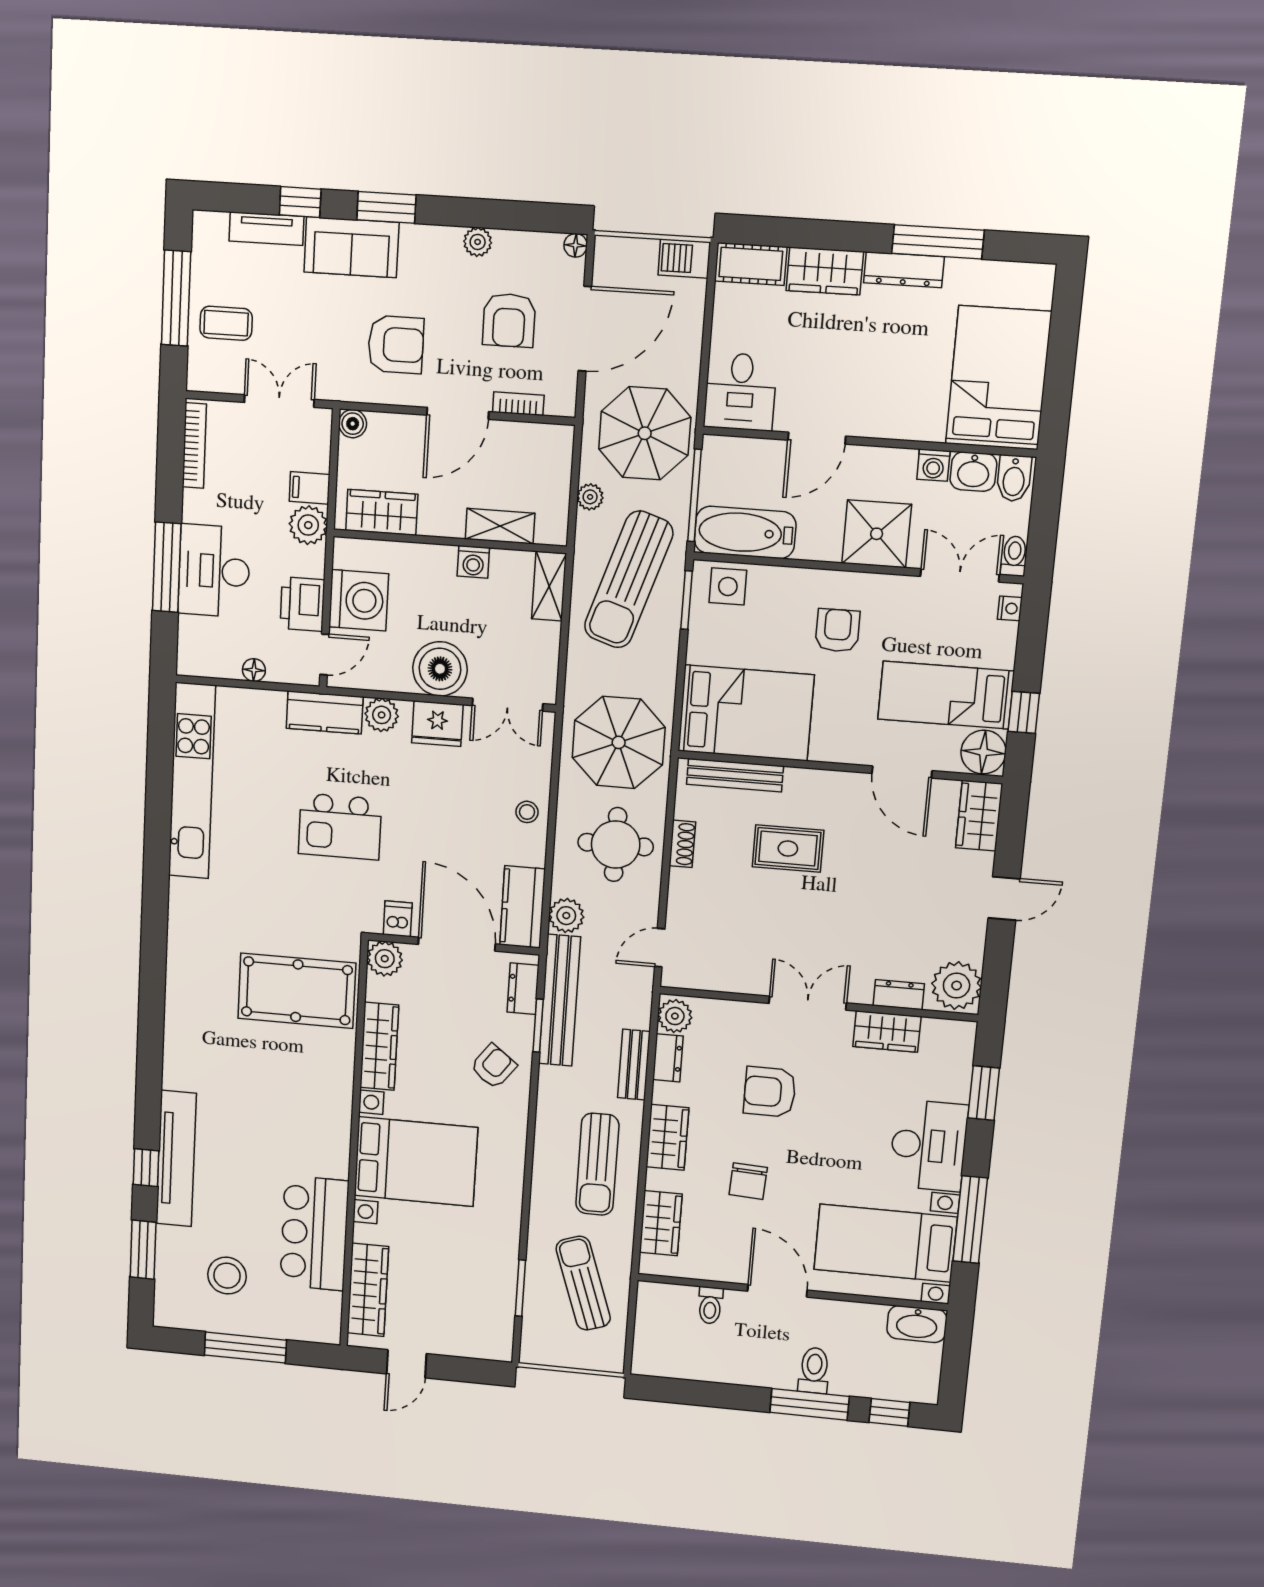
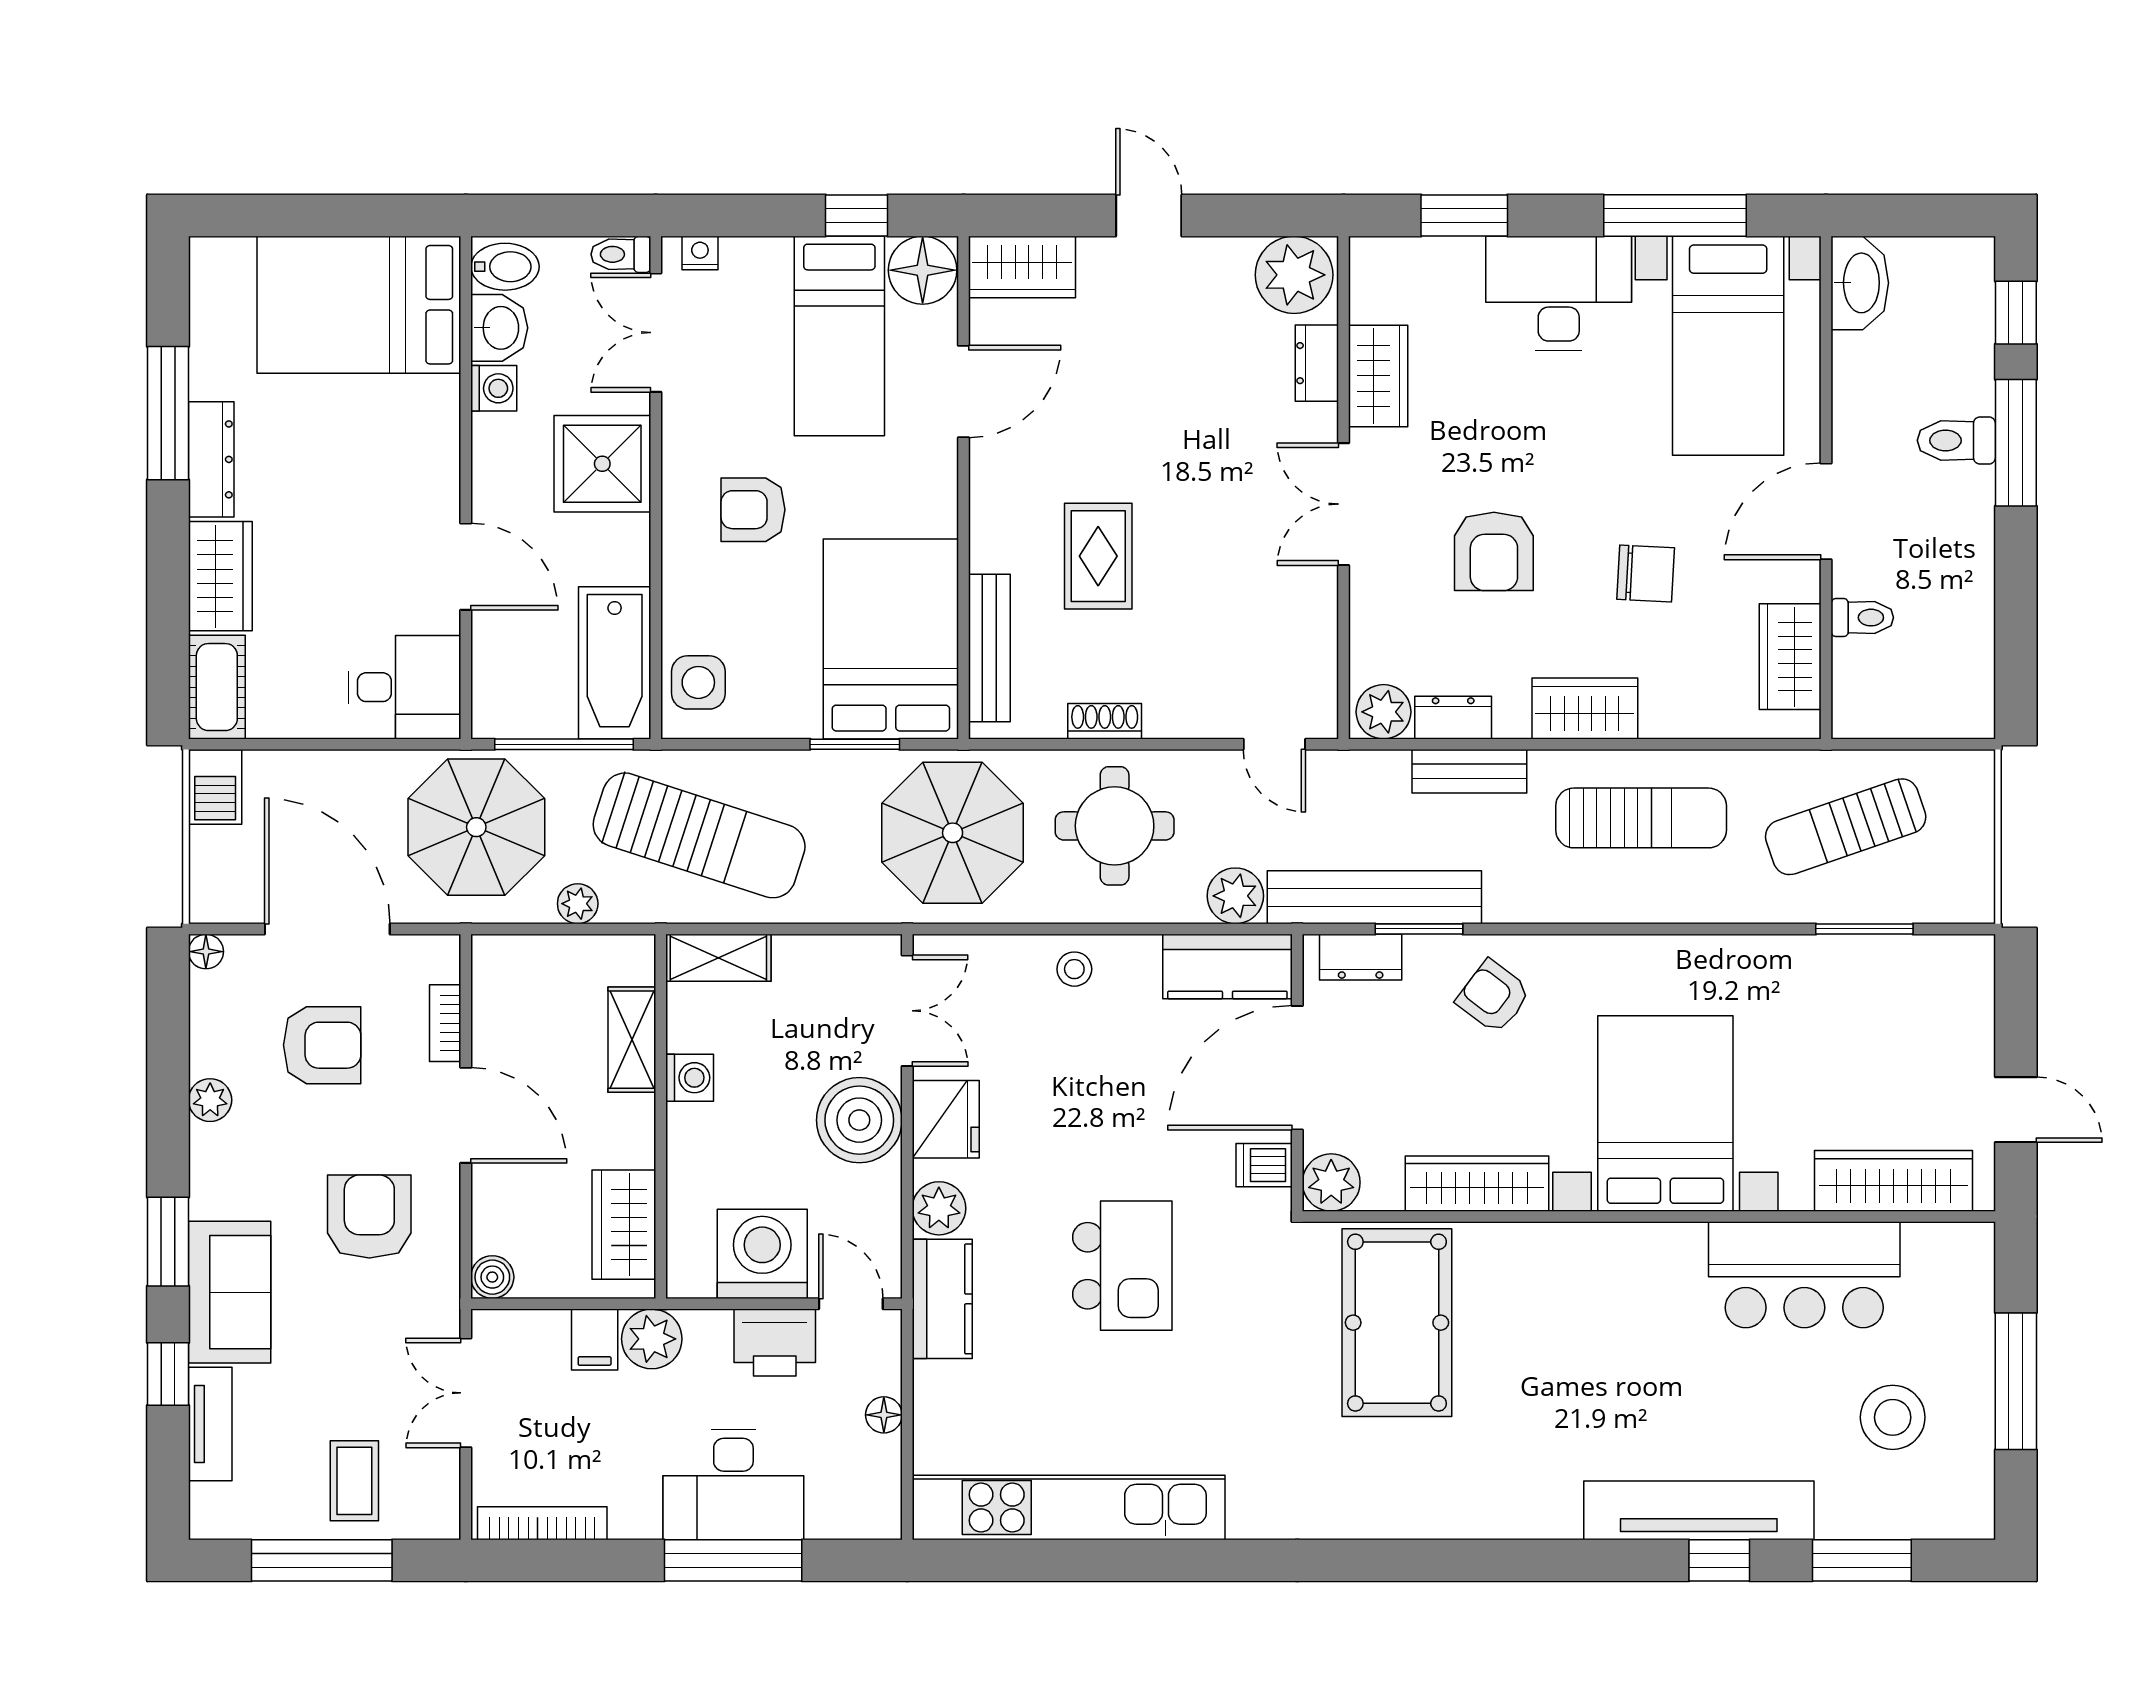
window: (687, 600) -> (855, 744), moved
wardrobe: (661, 1223) -> (1790, 657), moved, turned -90

